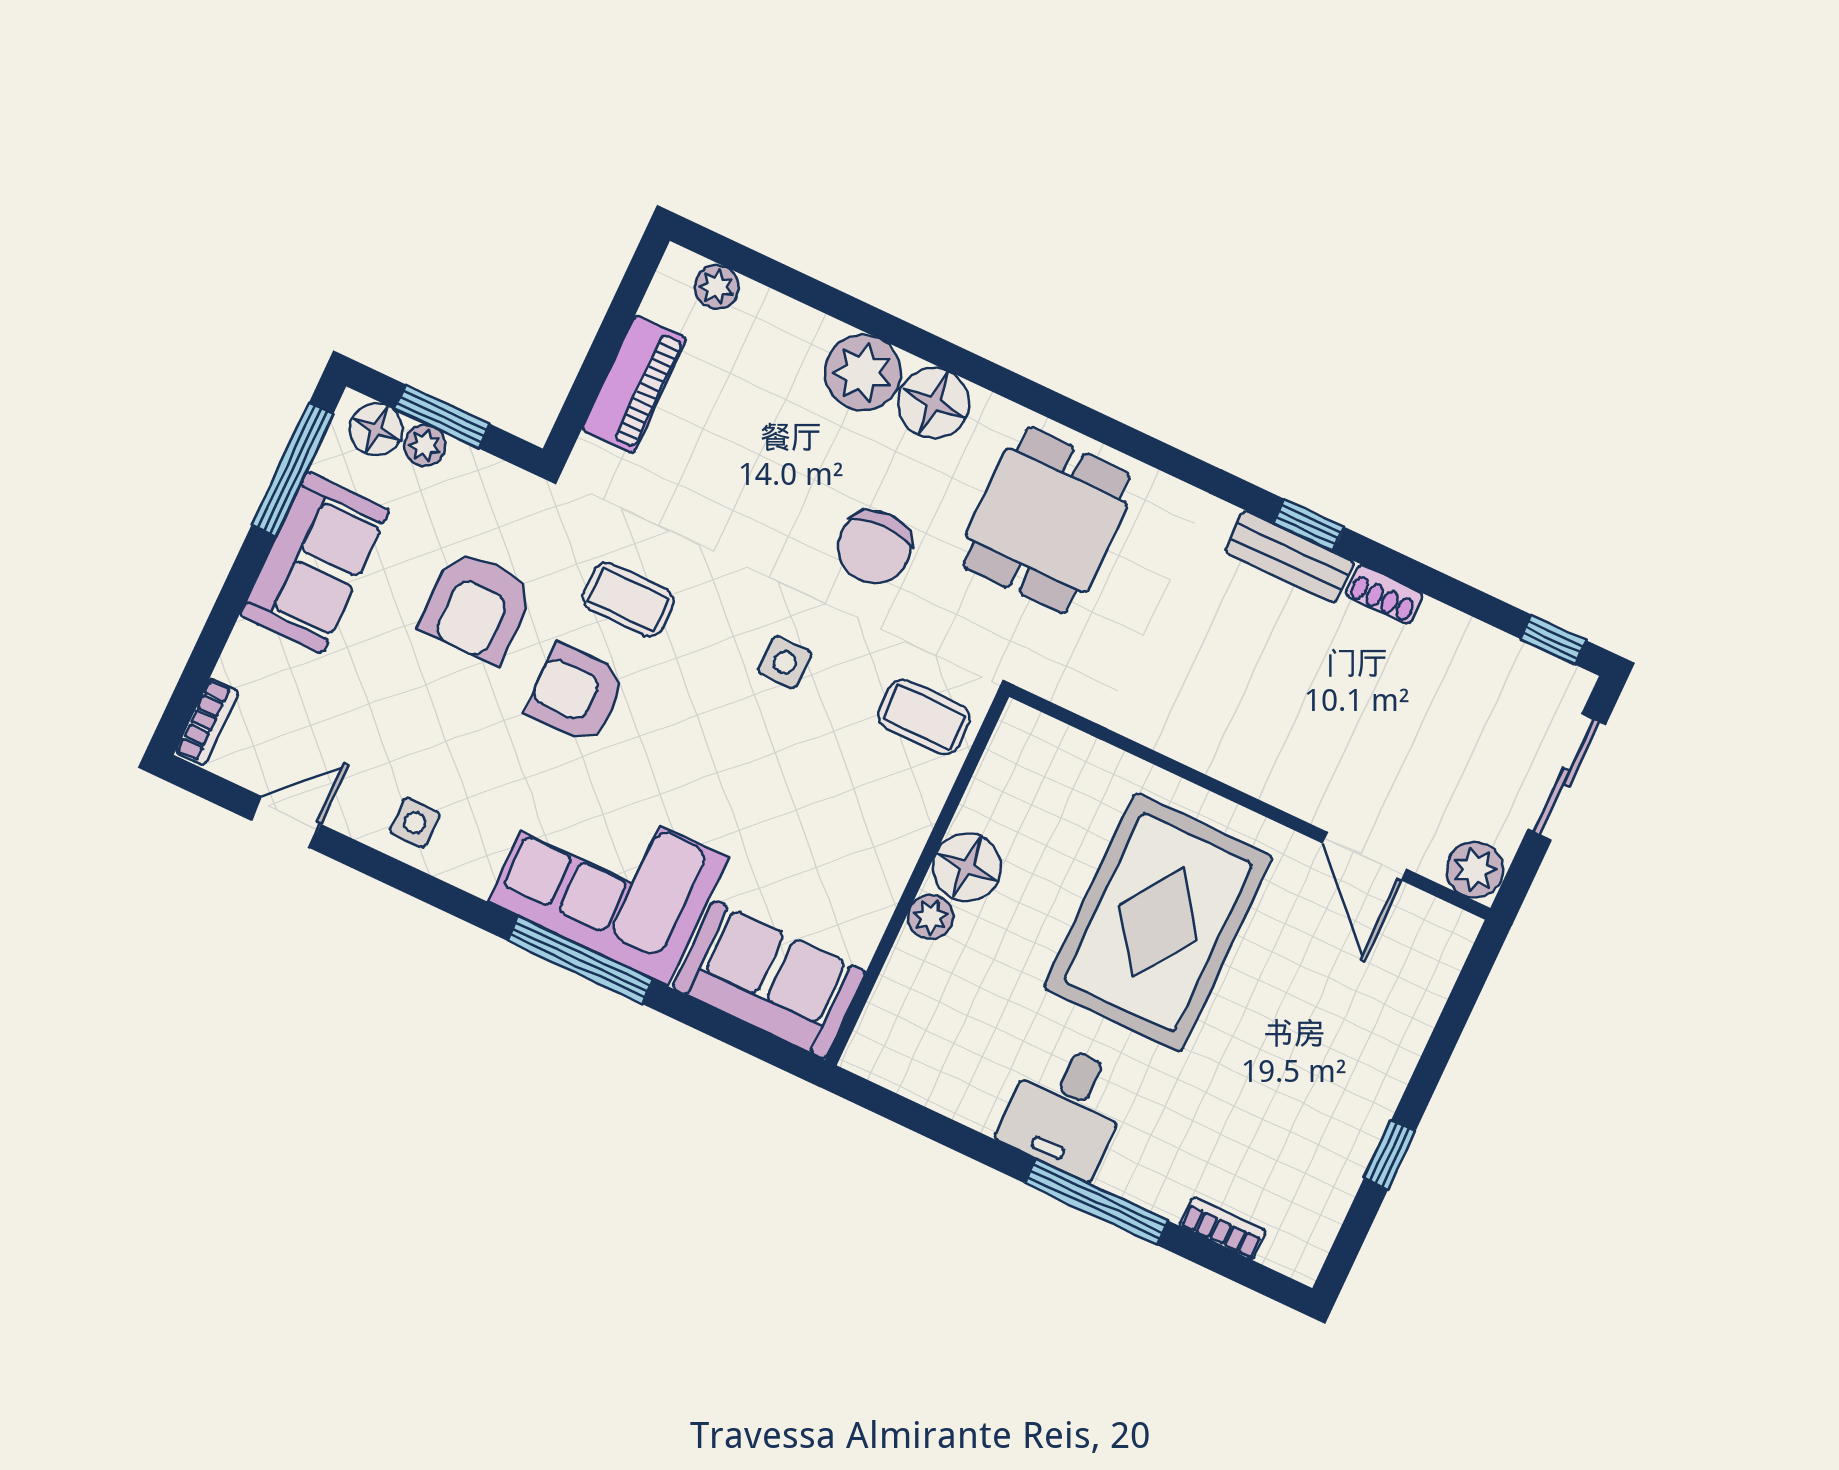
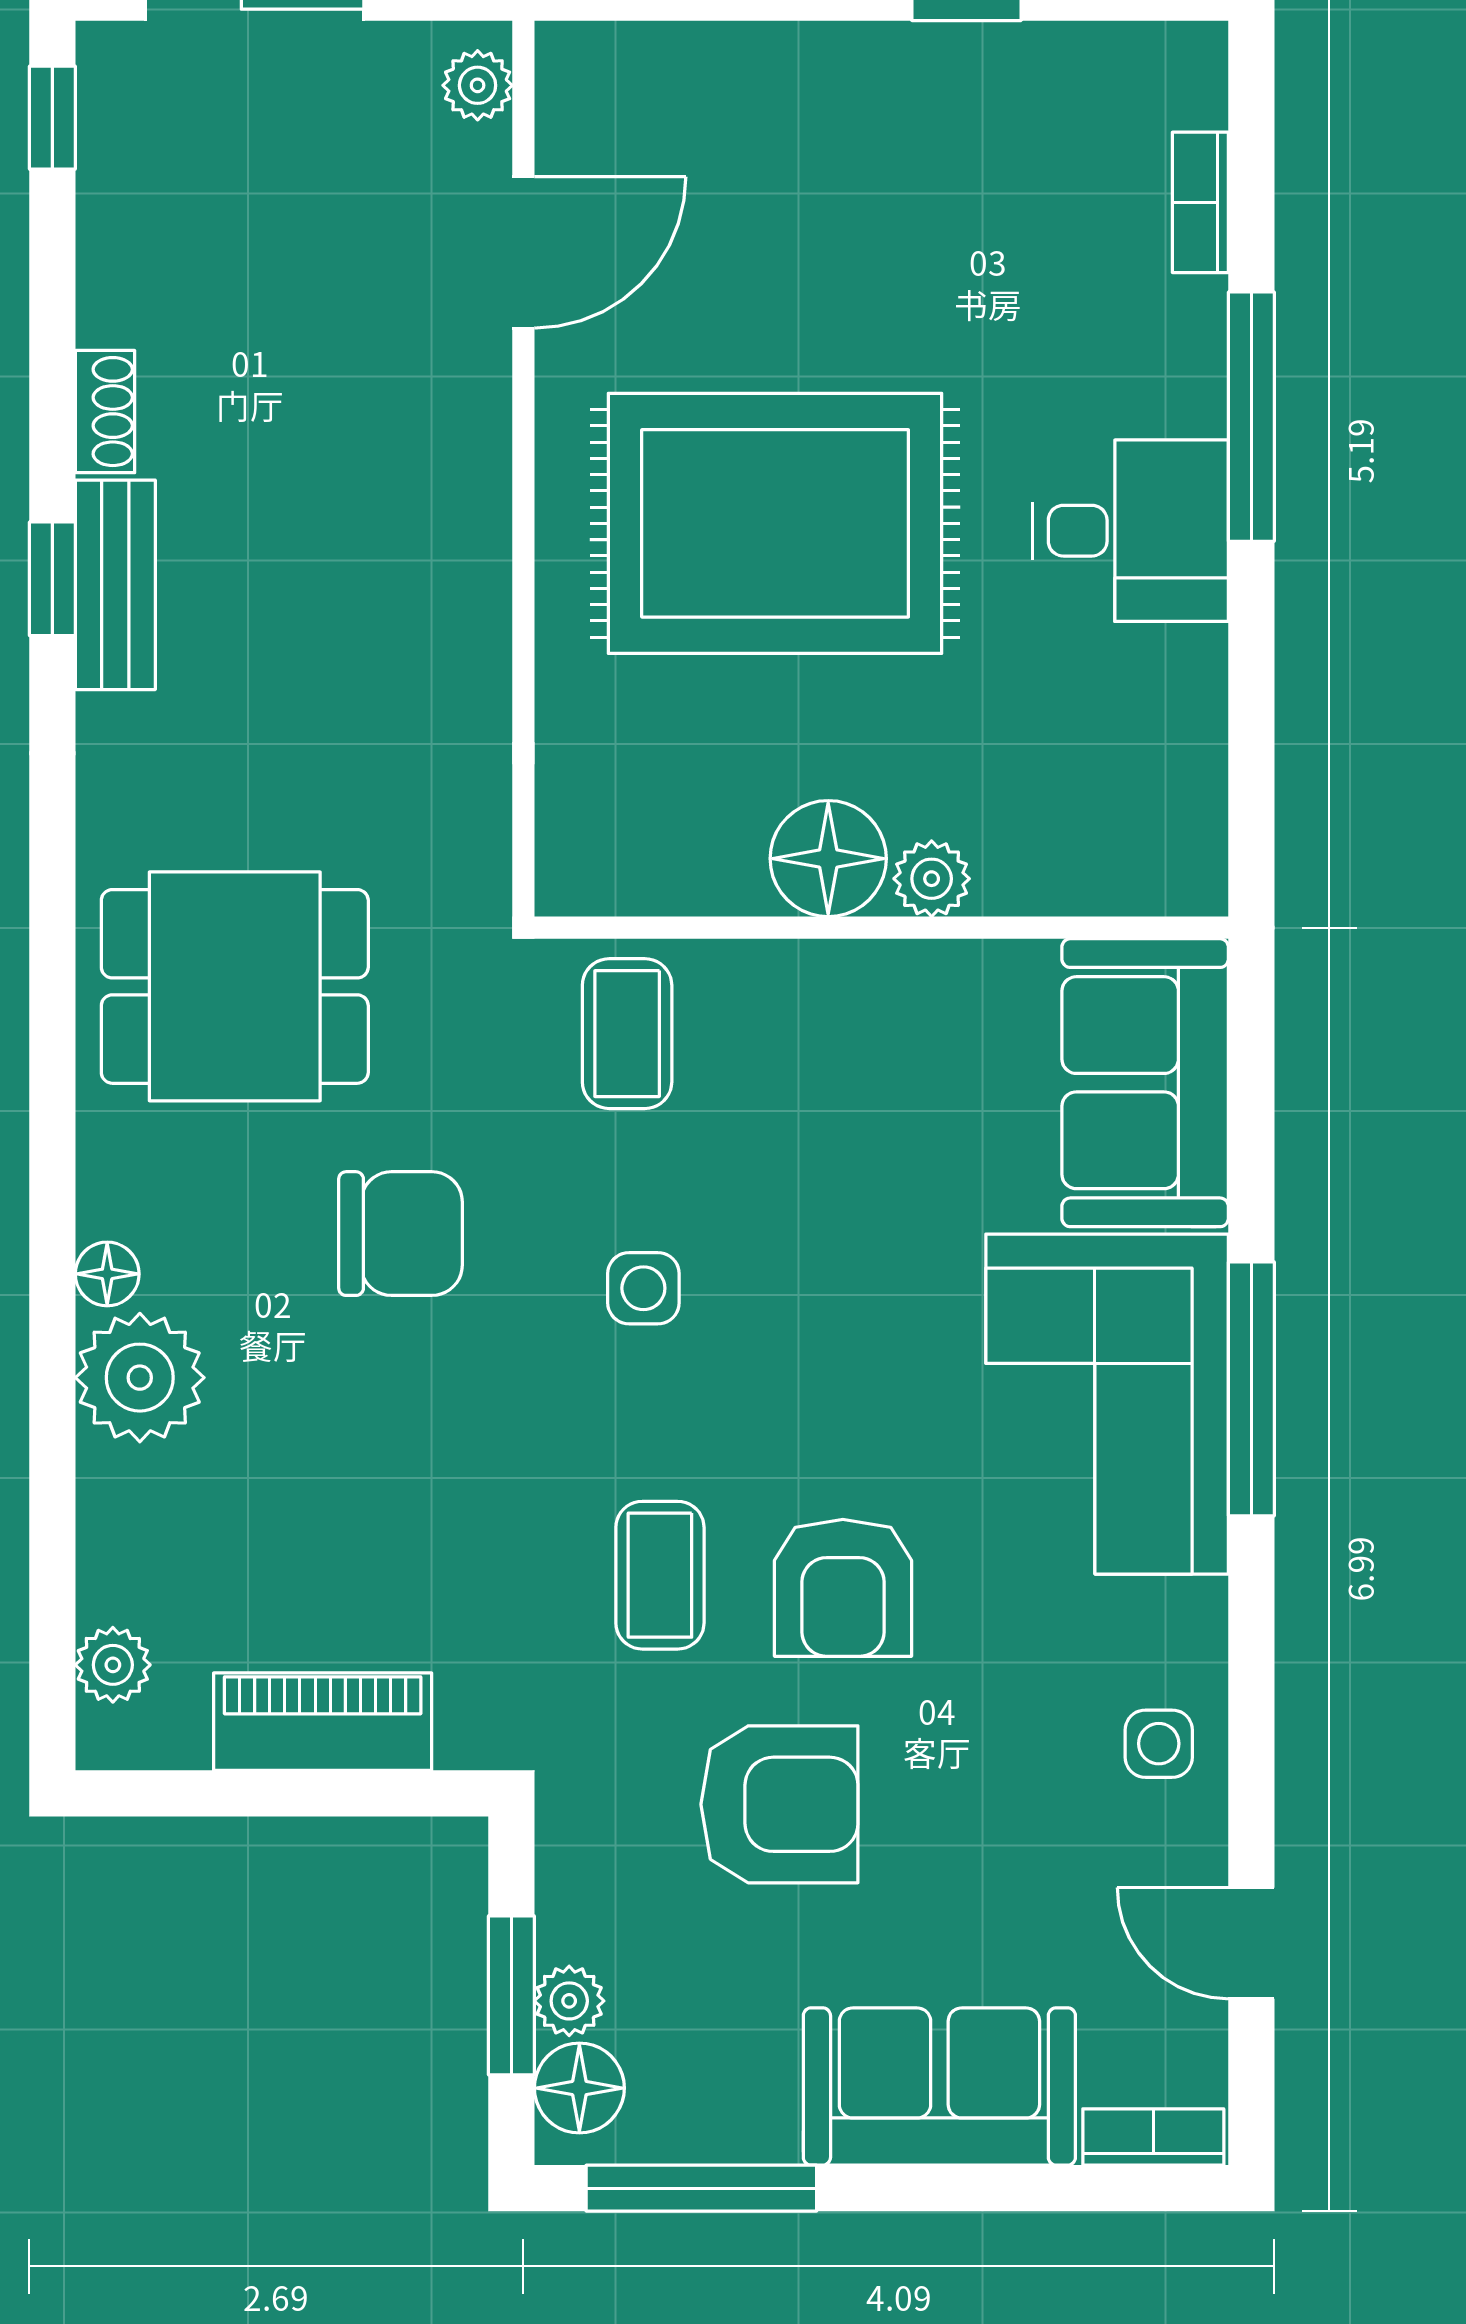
floor lamp: (934, 403) -> (107, 1274), width x0.53, depth x0.53
sofa: (315, 562) -> (939, 2087), moved
plant: (1475, 870) -> (478, 85), width x0.73, depth x0.73

